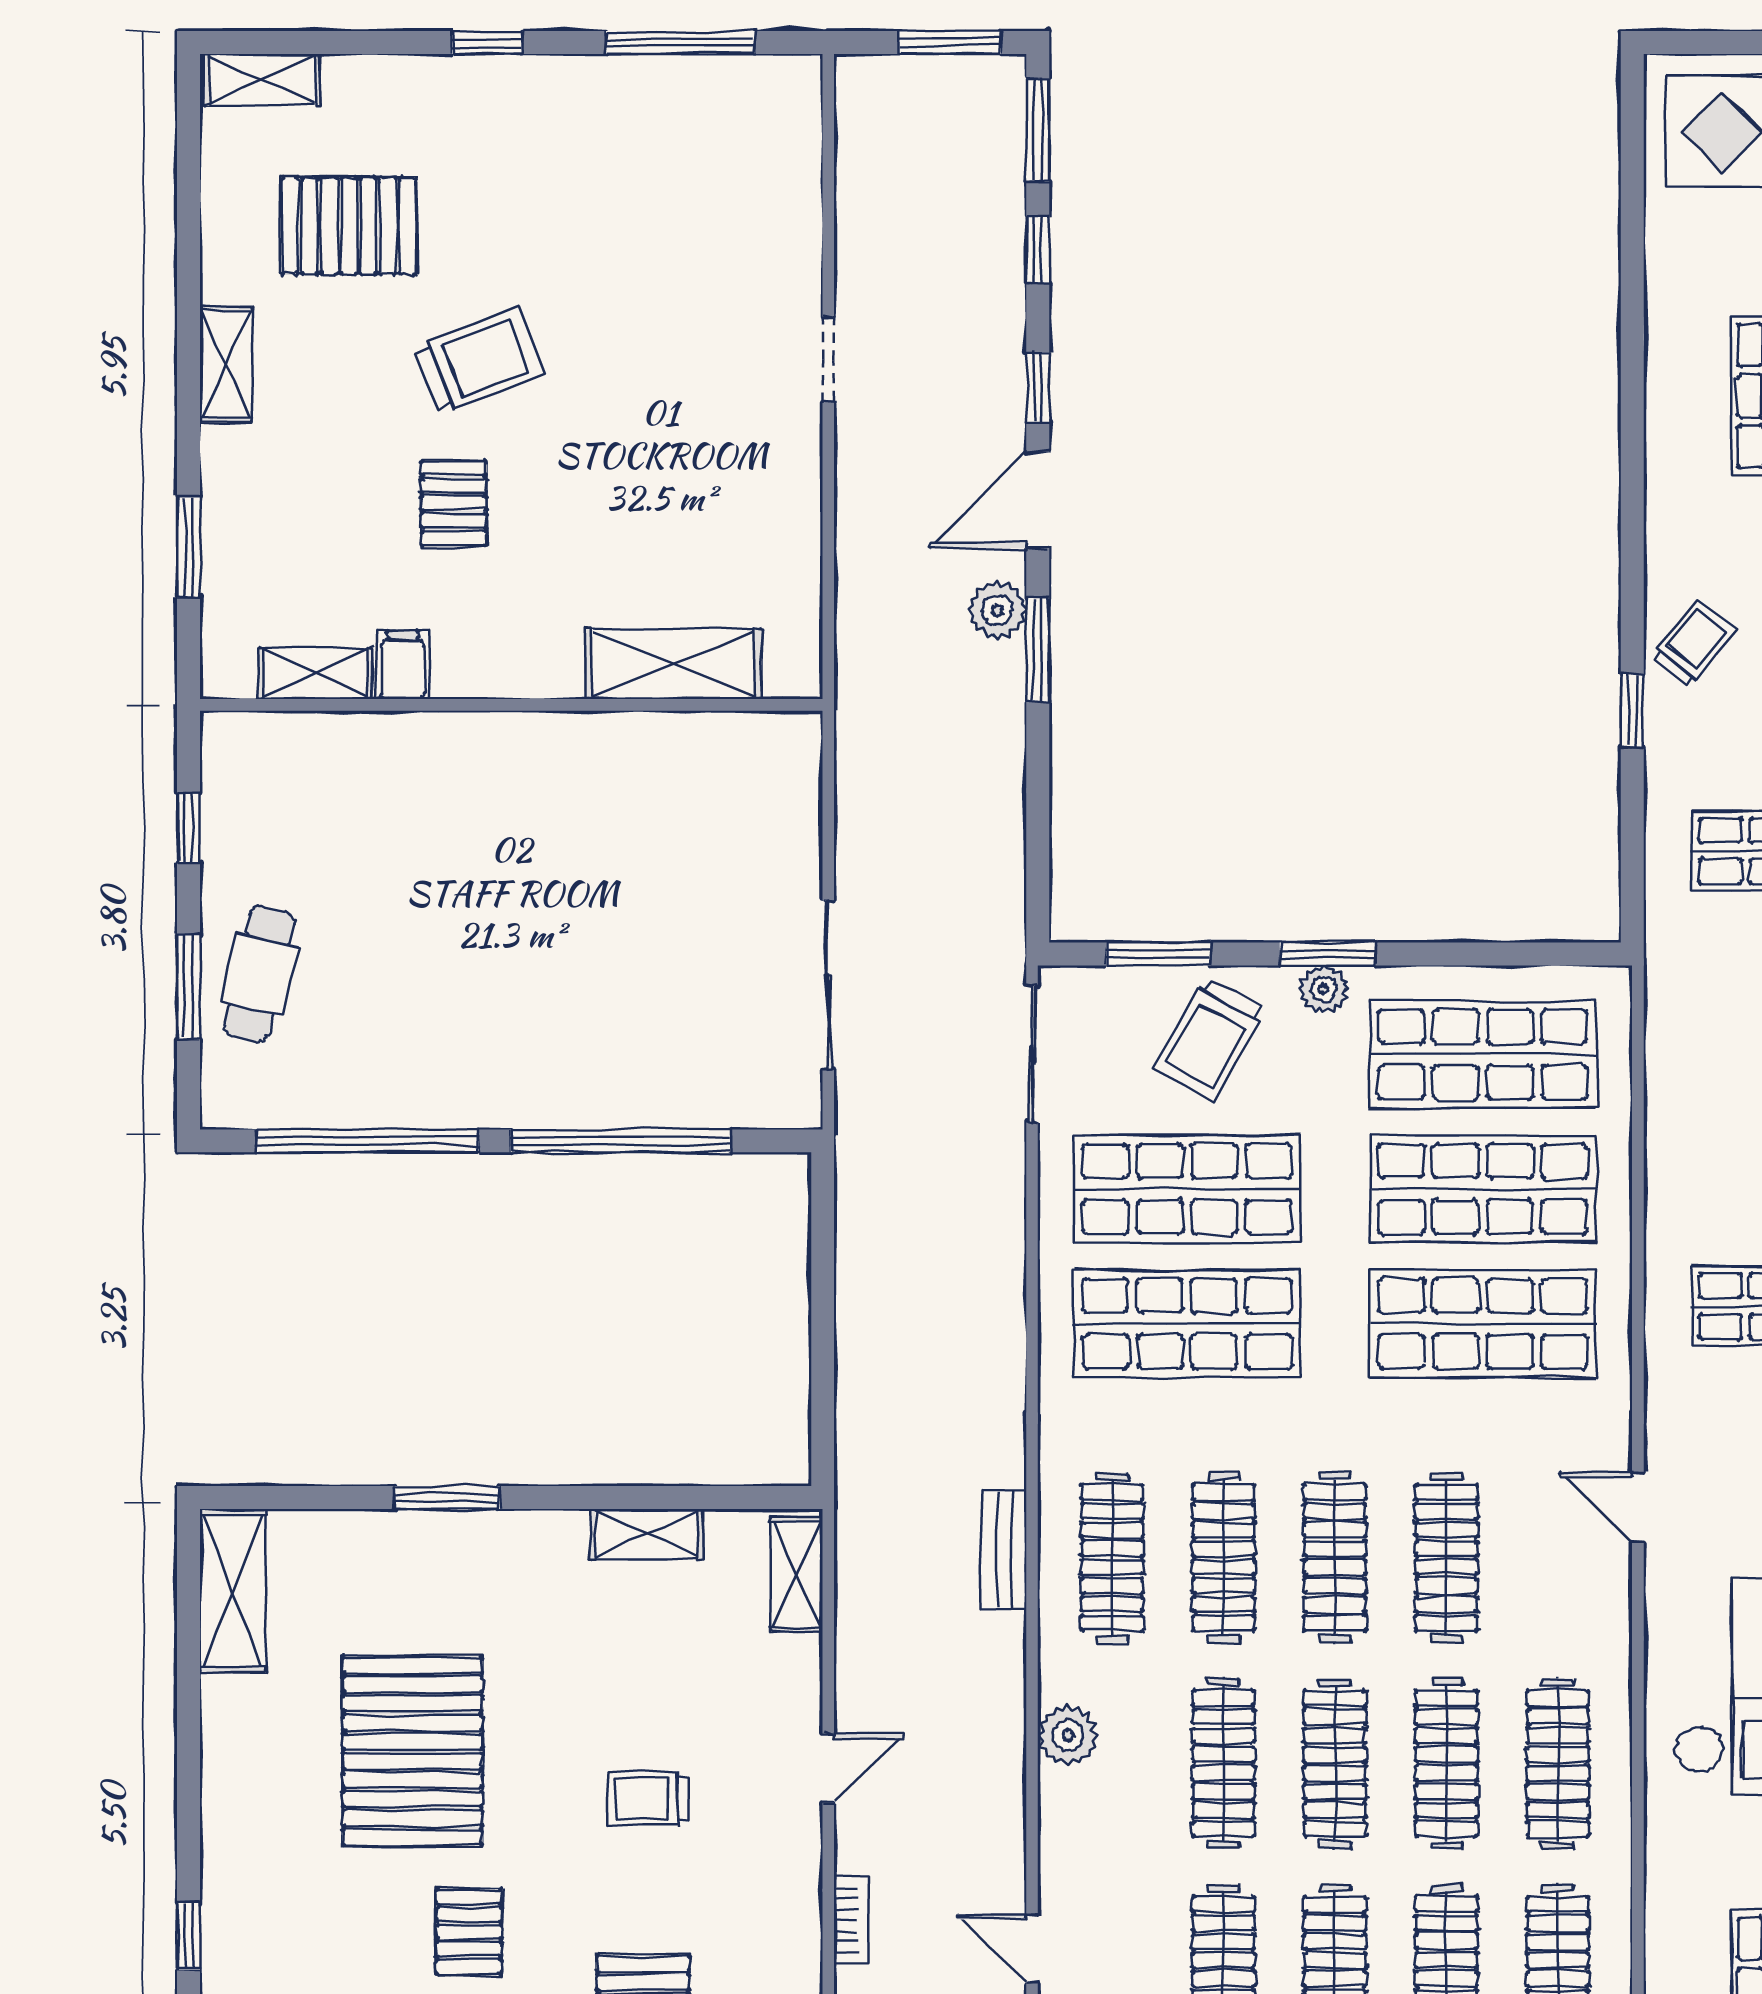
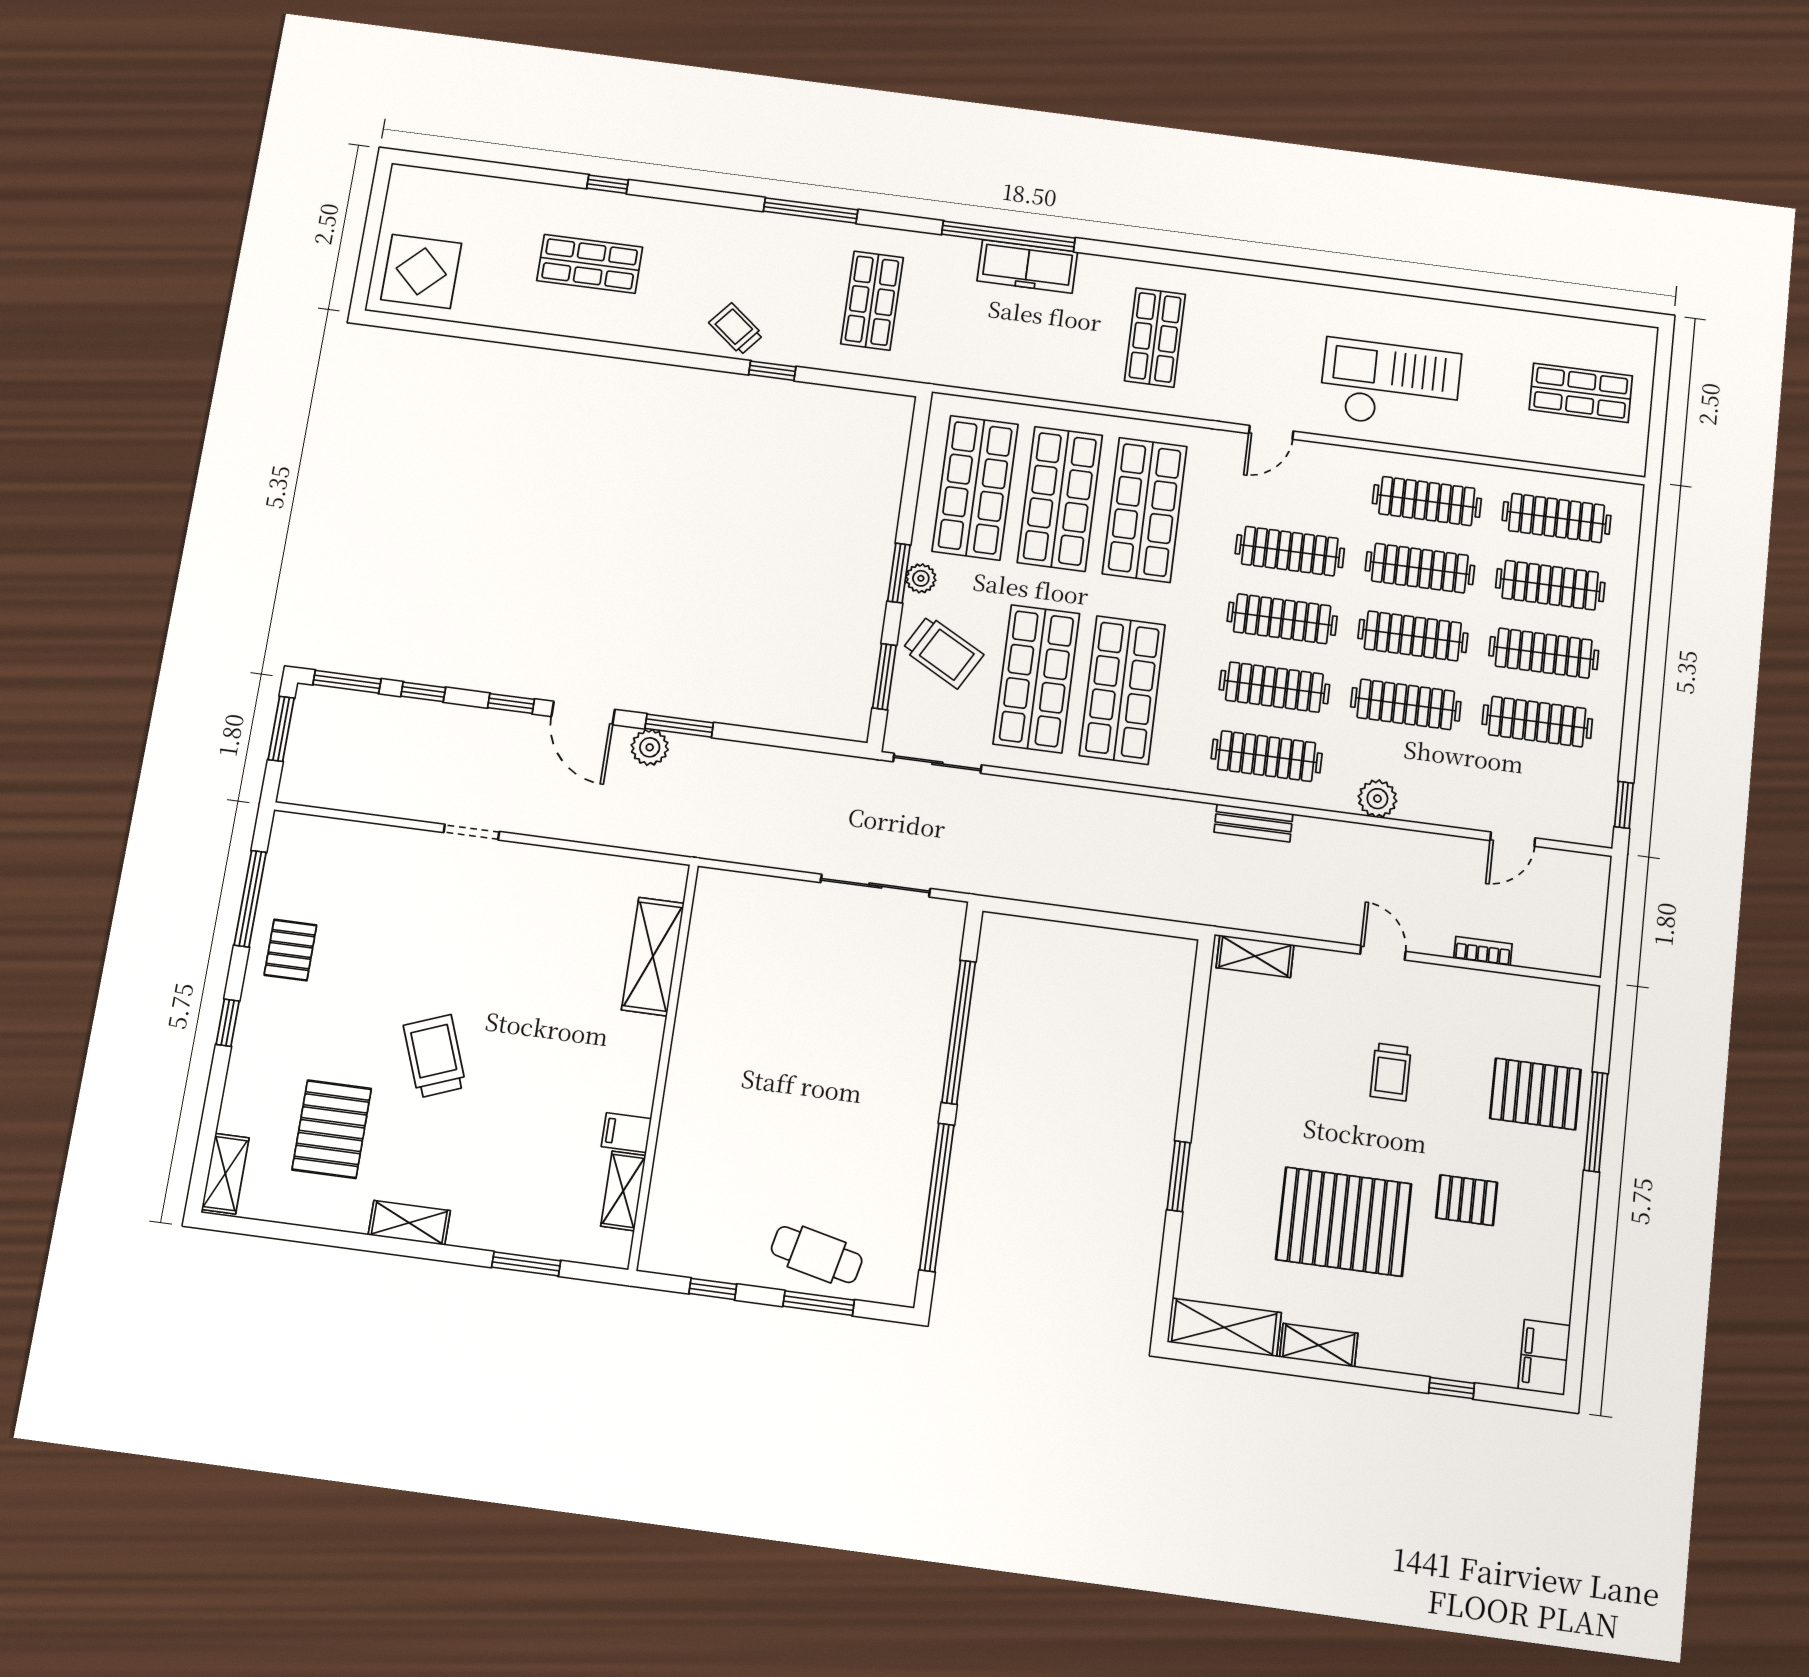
pallet: (454, 503) -> (290, 950), moved, turned 90
shelving: (647, 1534) -> (1319, 1345), moved, turned 90

